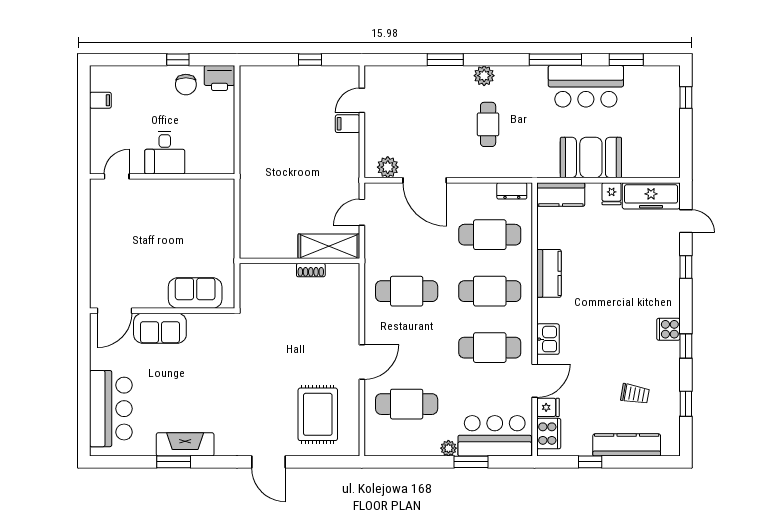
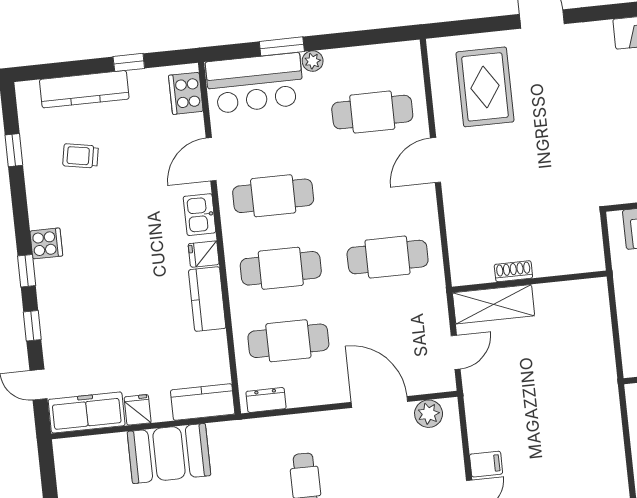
window: (686, 346) -> (27, 271), moved
fridge: (548, 407) -> (204, 254), moved

